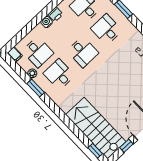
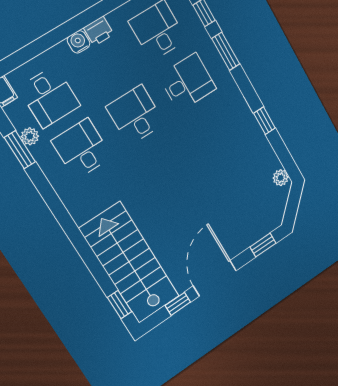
desk: (106, 29) -> (188, 82), turned 90
desk: (83, 52) -> (135, 115), turned 180
window: (36, 88) -> (20, 150), moved

